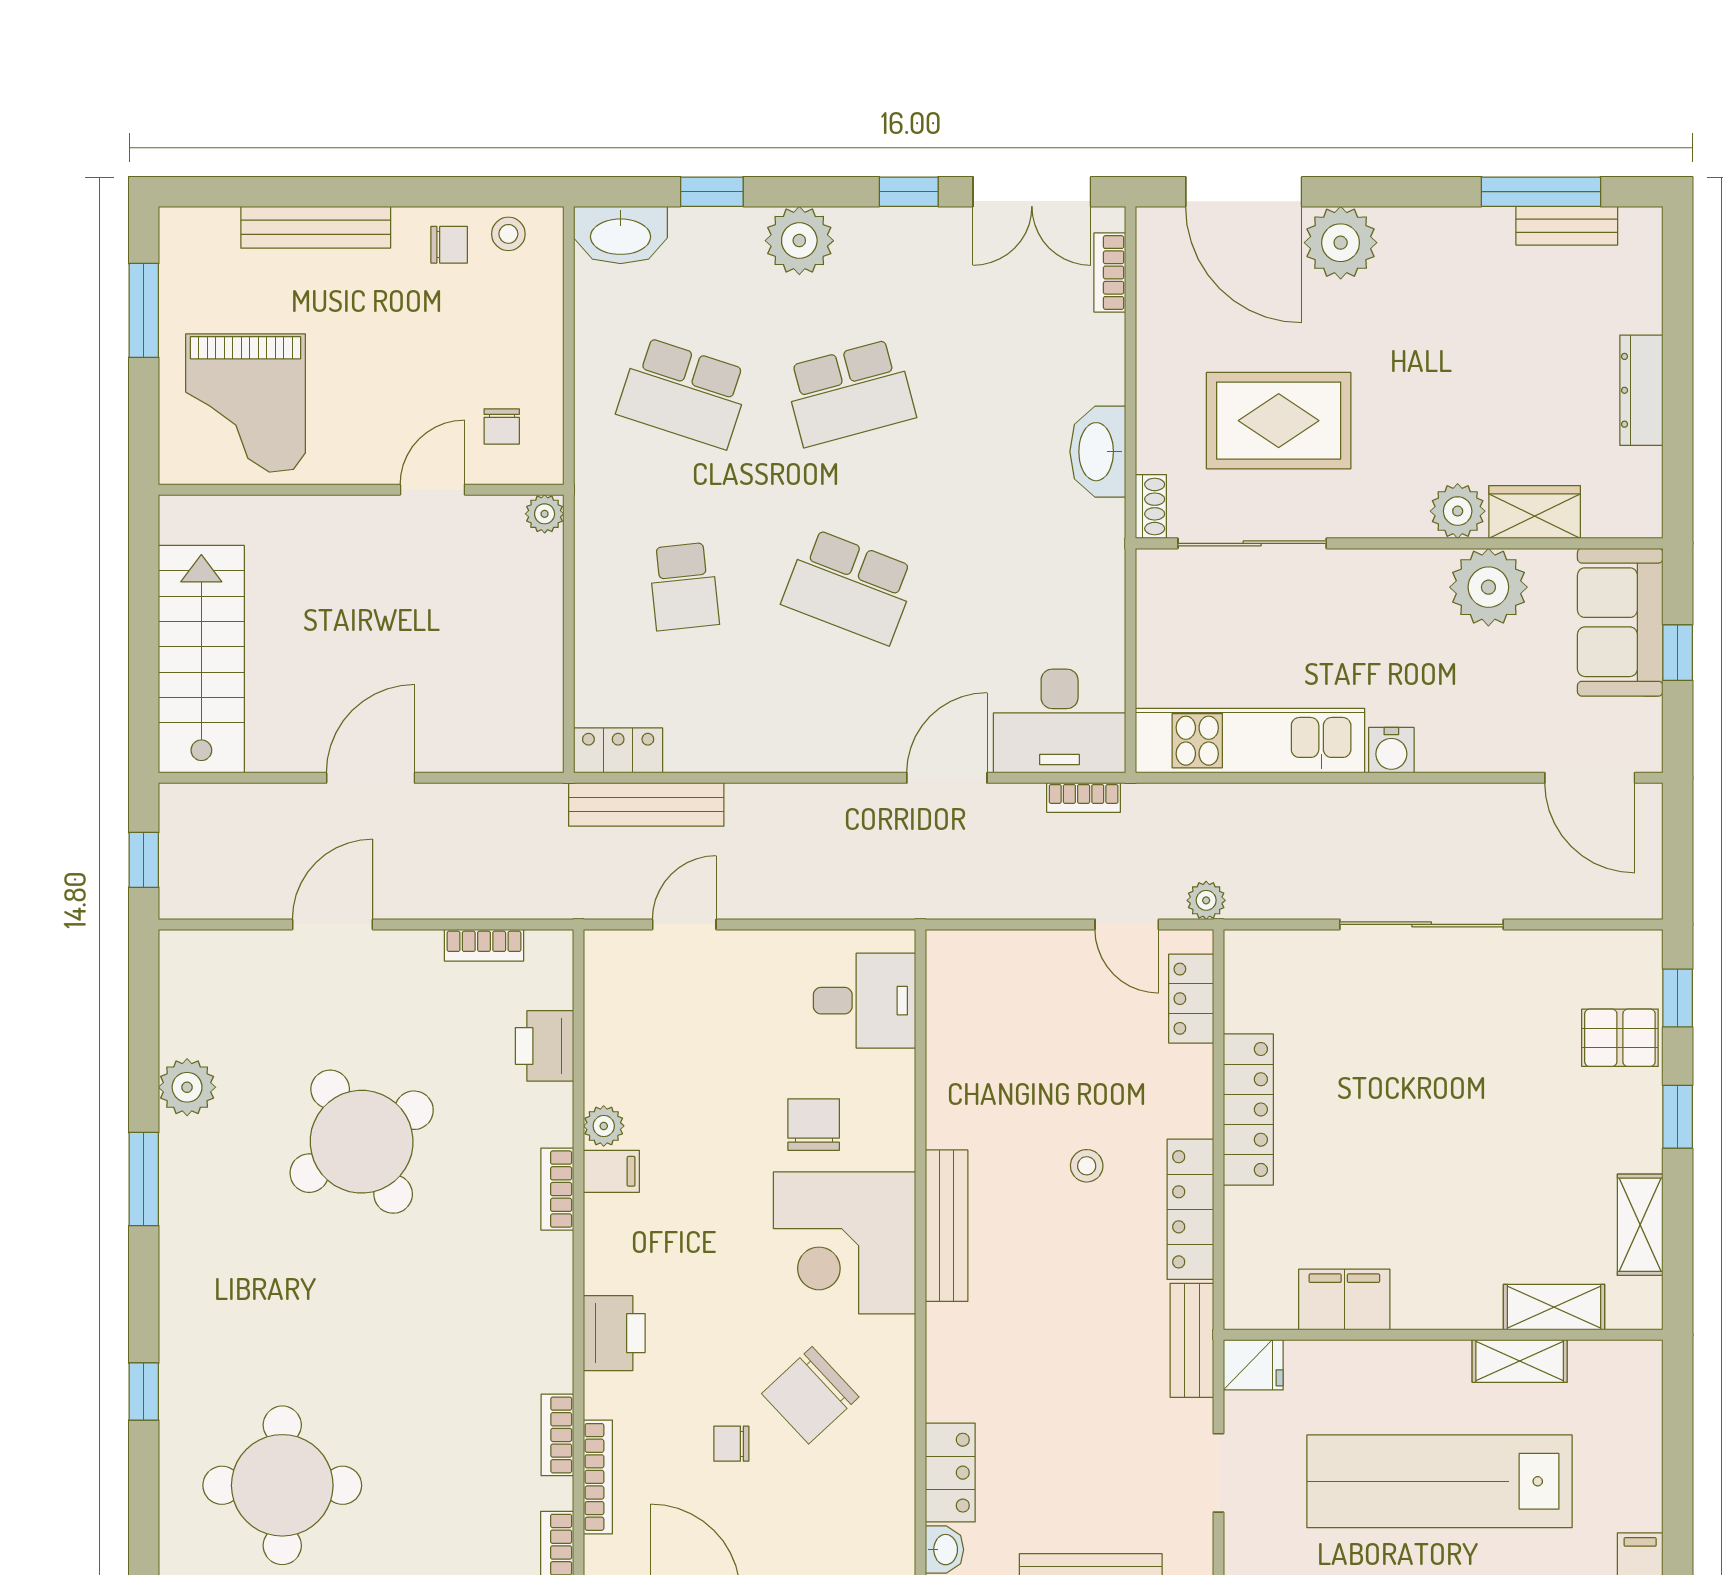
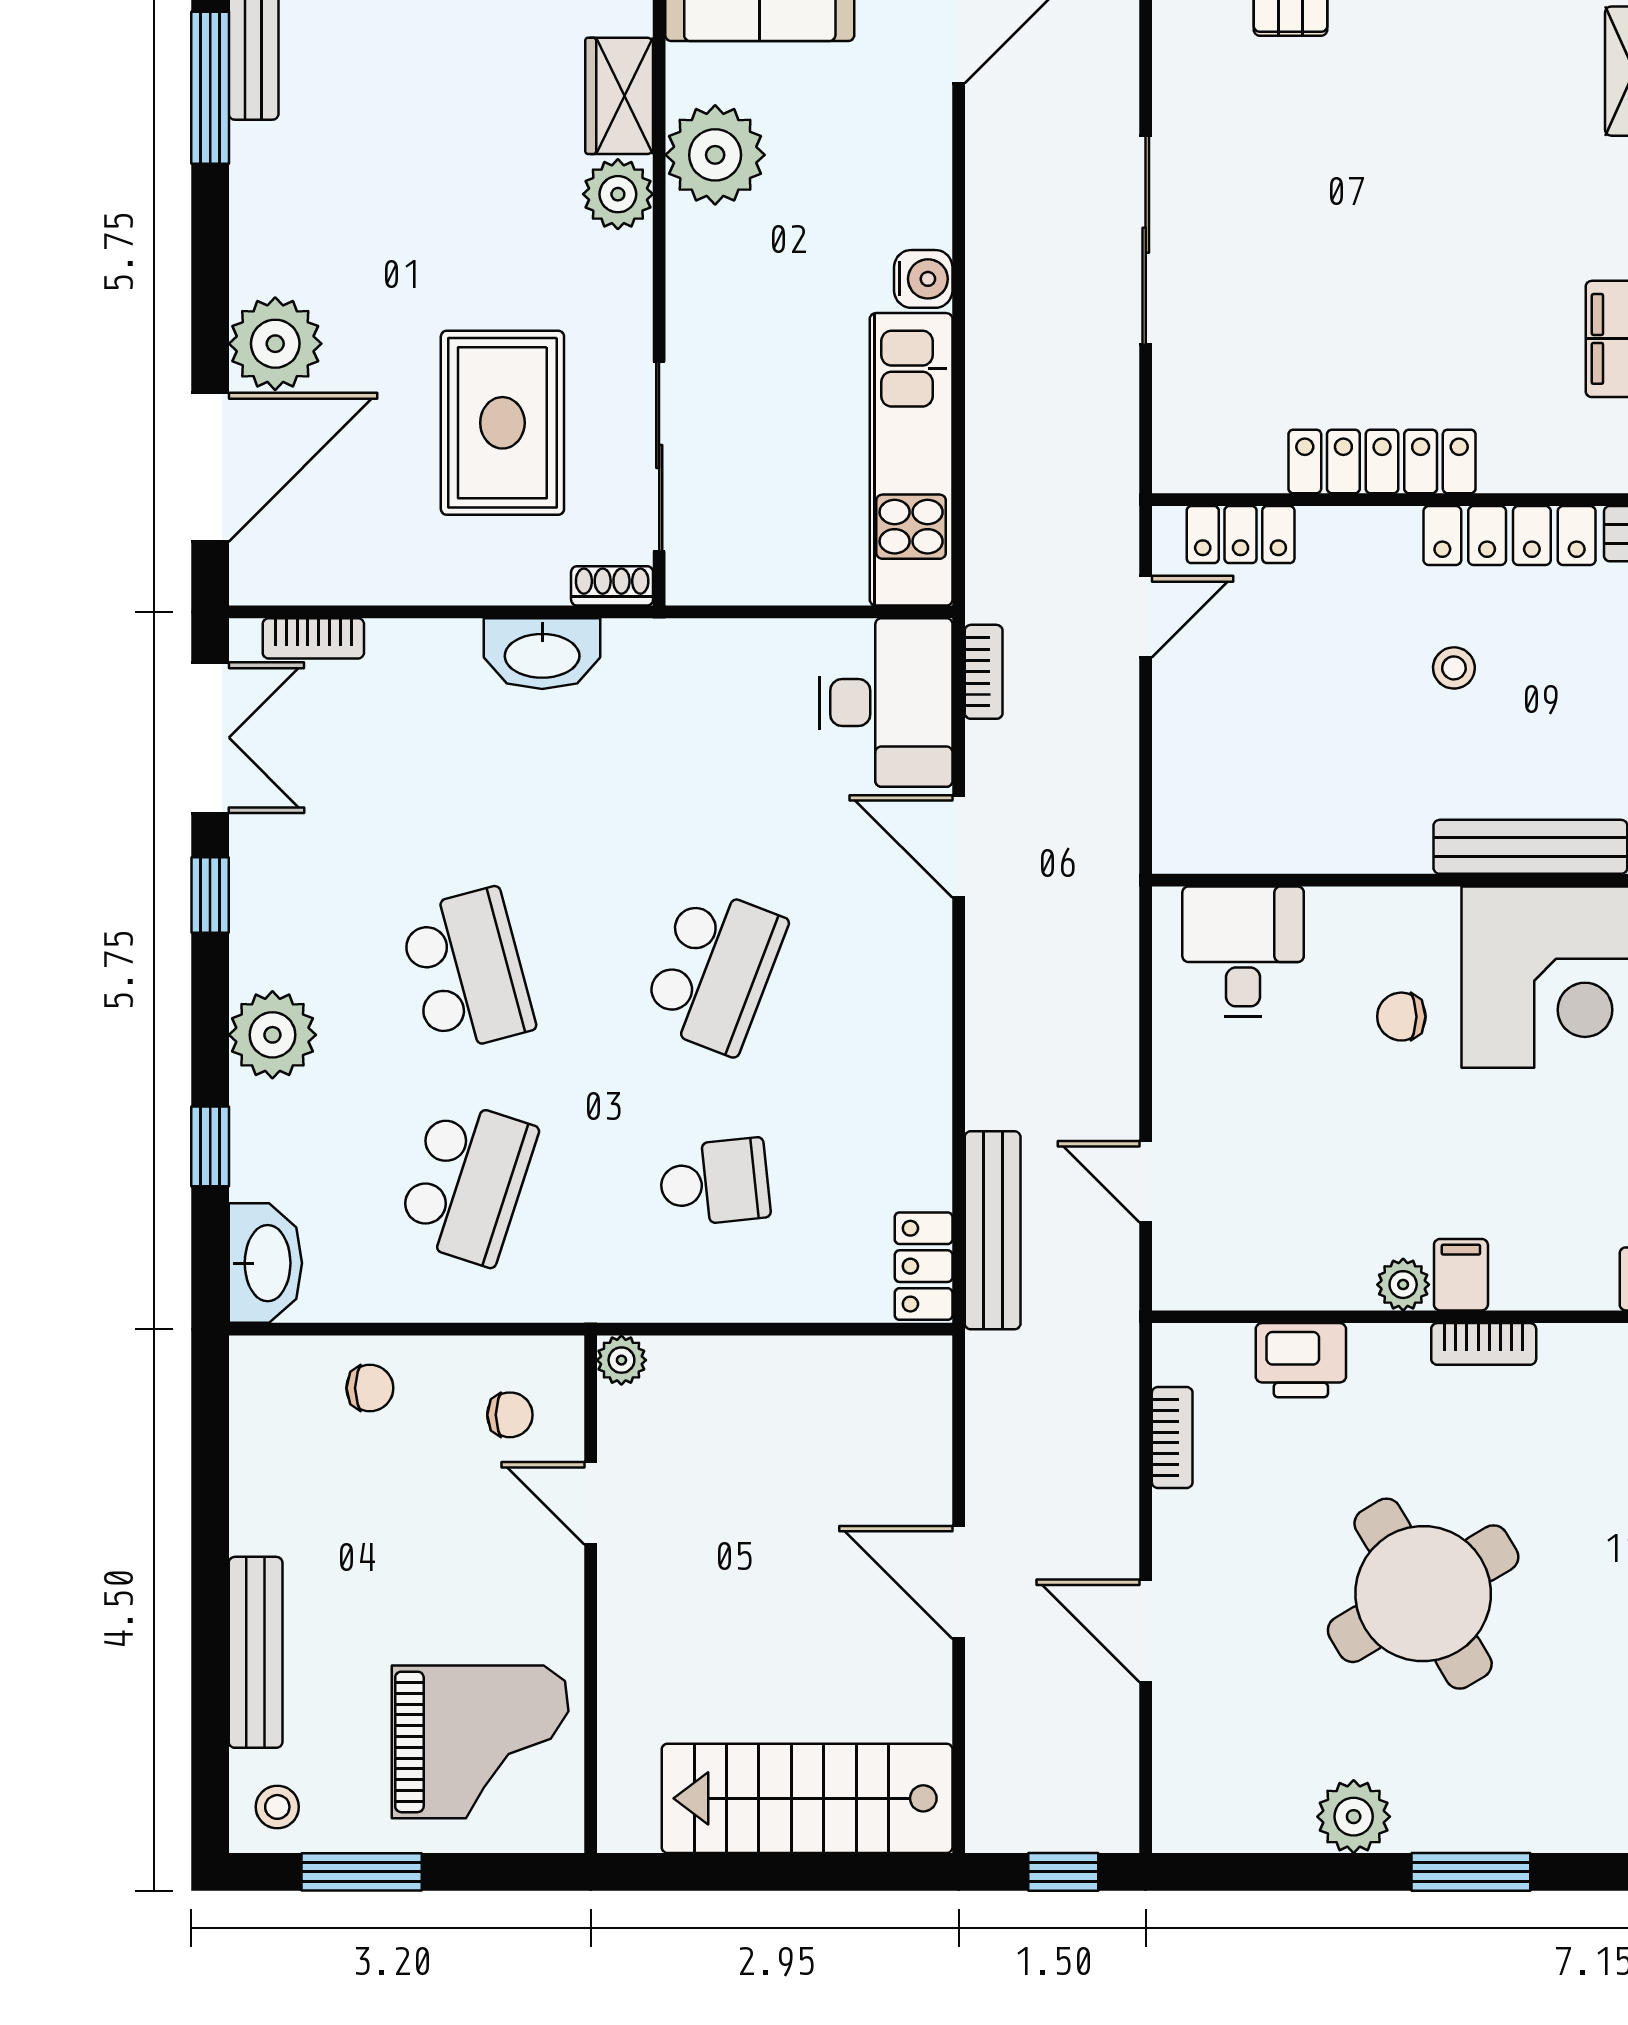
stool: (508, 234) -> (277, 1807), moved
chair: (449, 245) -> (370, 1388), moved, turned 90
plant: (1206, 900) -> (1115, 515), removed
chair: (814, 1125) -> (1401, 1017), width x0.73, depth x0.73

